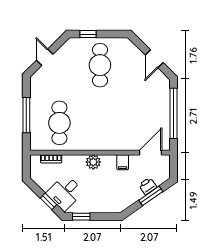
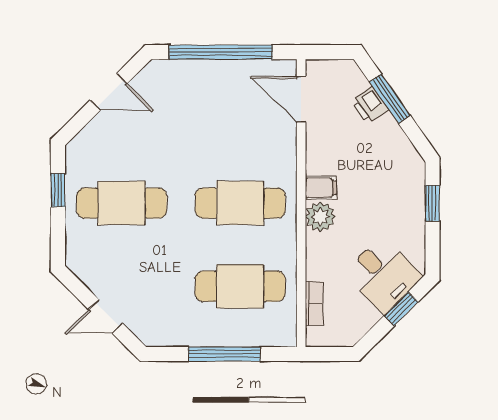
window: (88, 34) -> (58, 190), moved
cafe table: (100, 123) -> (240, 203), added
filing cabinet: (123, 162) -> (321, 188), moved
window: (81, 217) -> (432, 203), moved

